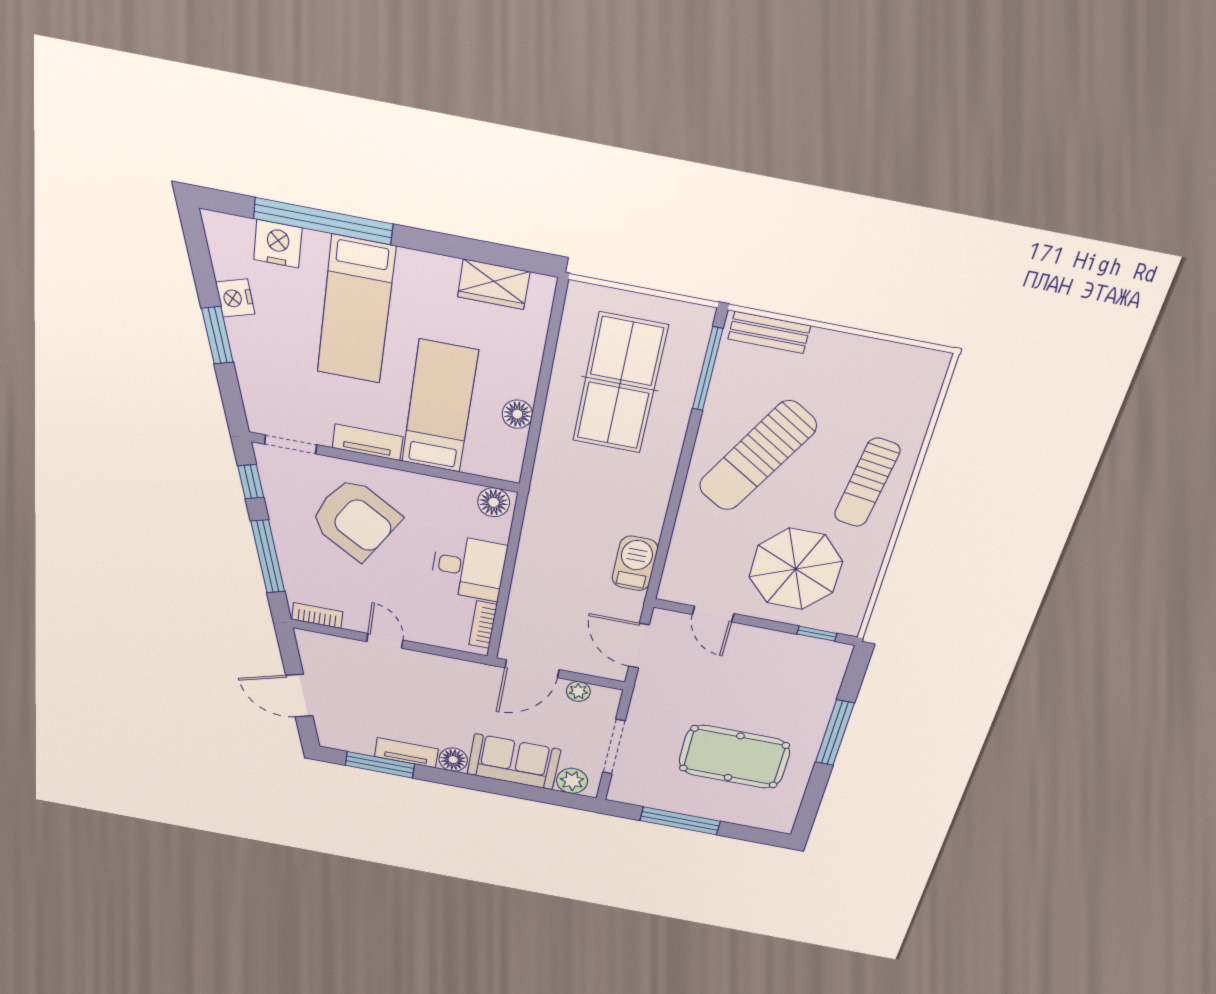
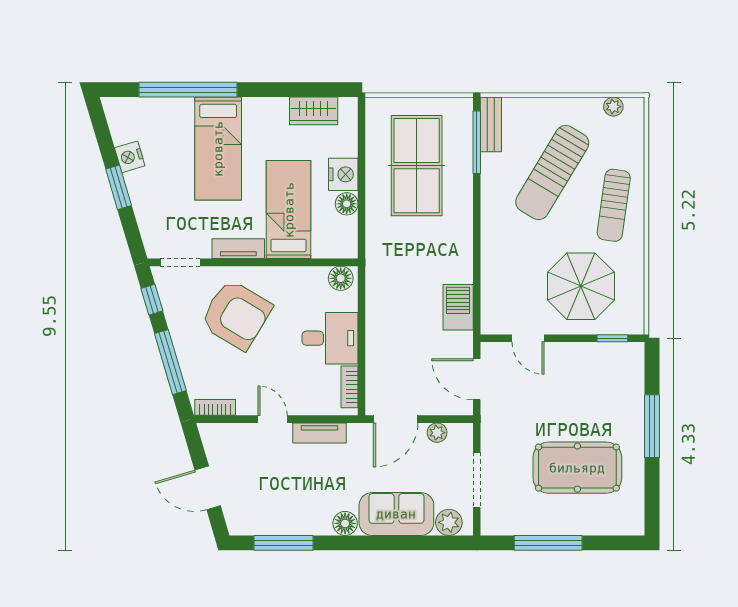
nightstand: (278, 244) -> (343, 174), moved, turned 90
bench: (769, 332) -> (491, 124), moved, turned 90
plant: (907, 358) -> (613, 107), added
sun lounger: (757, 456) -> (552, 172), moved
tv unit: (406, 753) -> (320, 433), moved, turned 180

